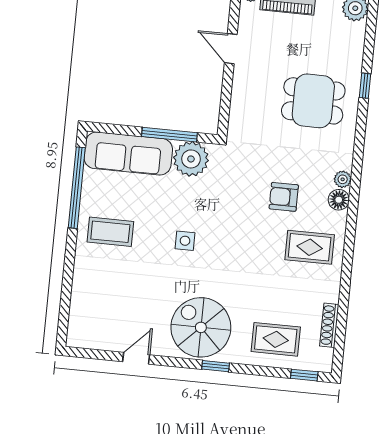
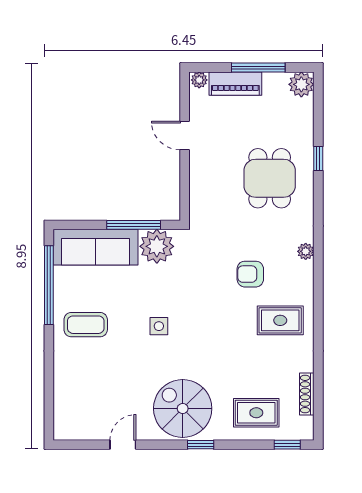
dining table: (313, 101) -> (270, 178), turned 90
floor lamp: (339, 200) -> (304, 272), removed

